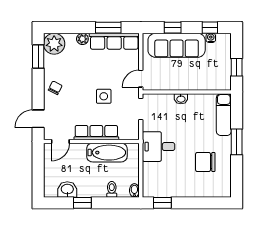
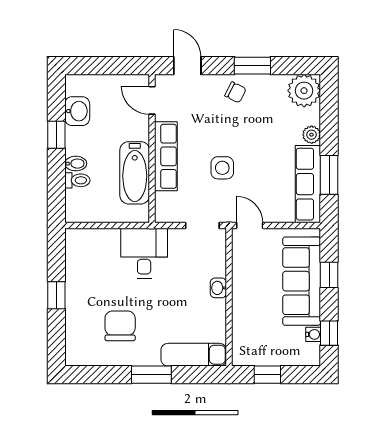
window: (38, 57) -> (252, 66), moved
bidet: (134, 190) -> (76, 164), moved
window: (162, 203) -> (56, 295), moved

